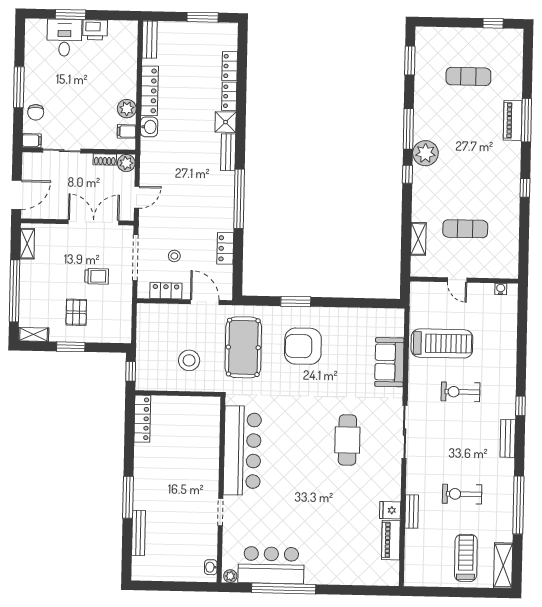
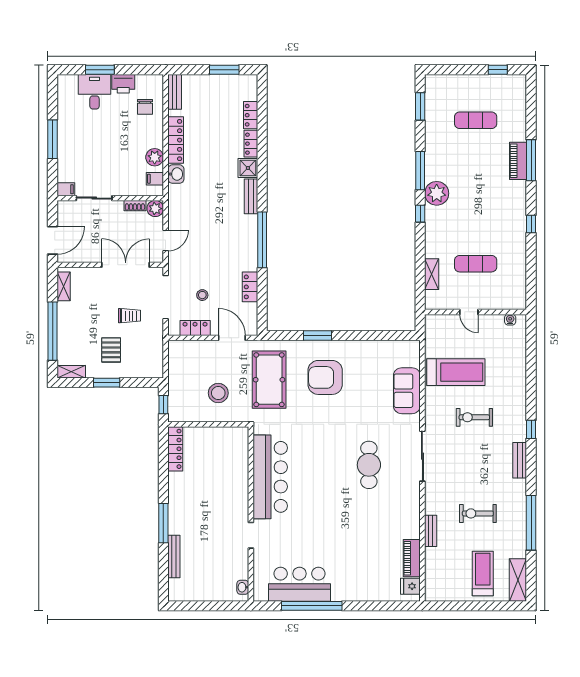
chair: (36, 112) -> (145, 107), moved
fridge: (390, 510) -> (410, 586), moved
plant: (230, 576) -> (261, 595), removed

